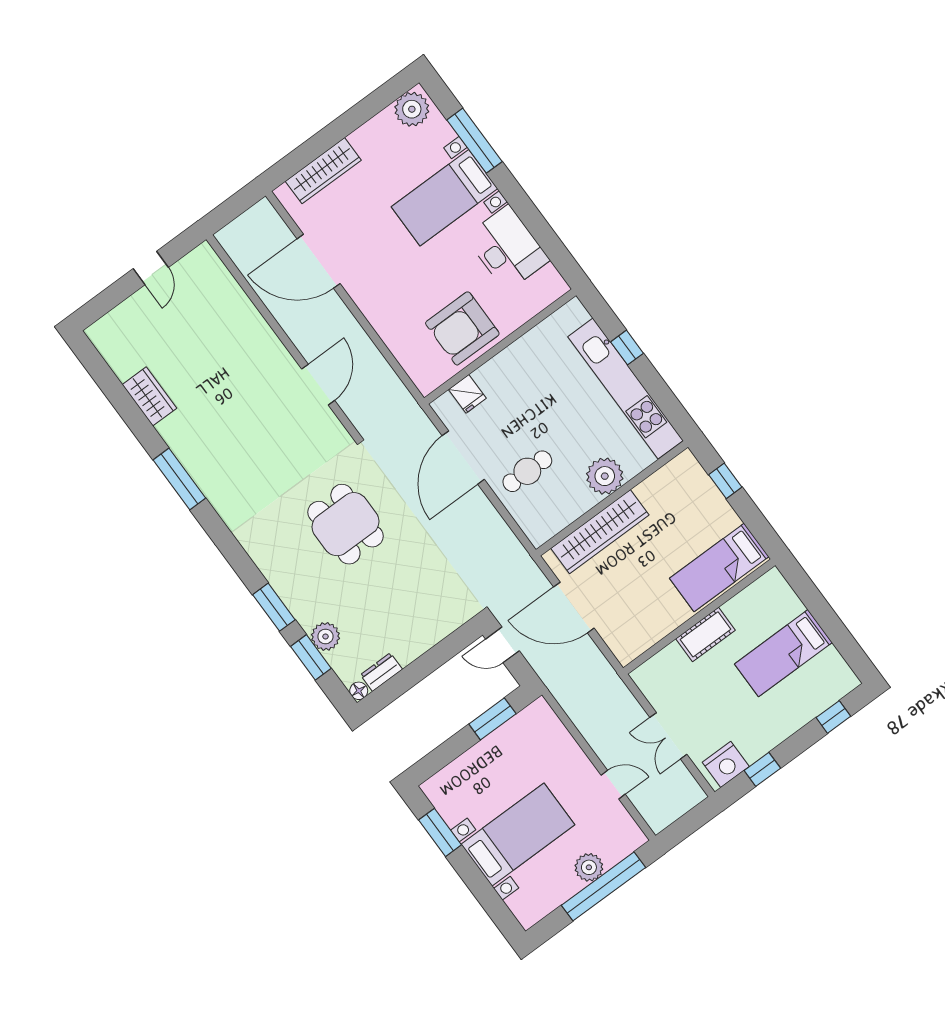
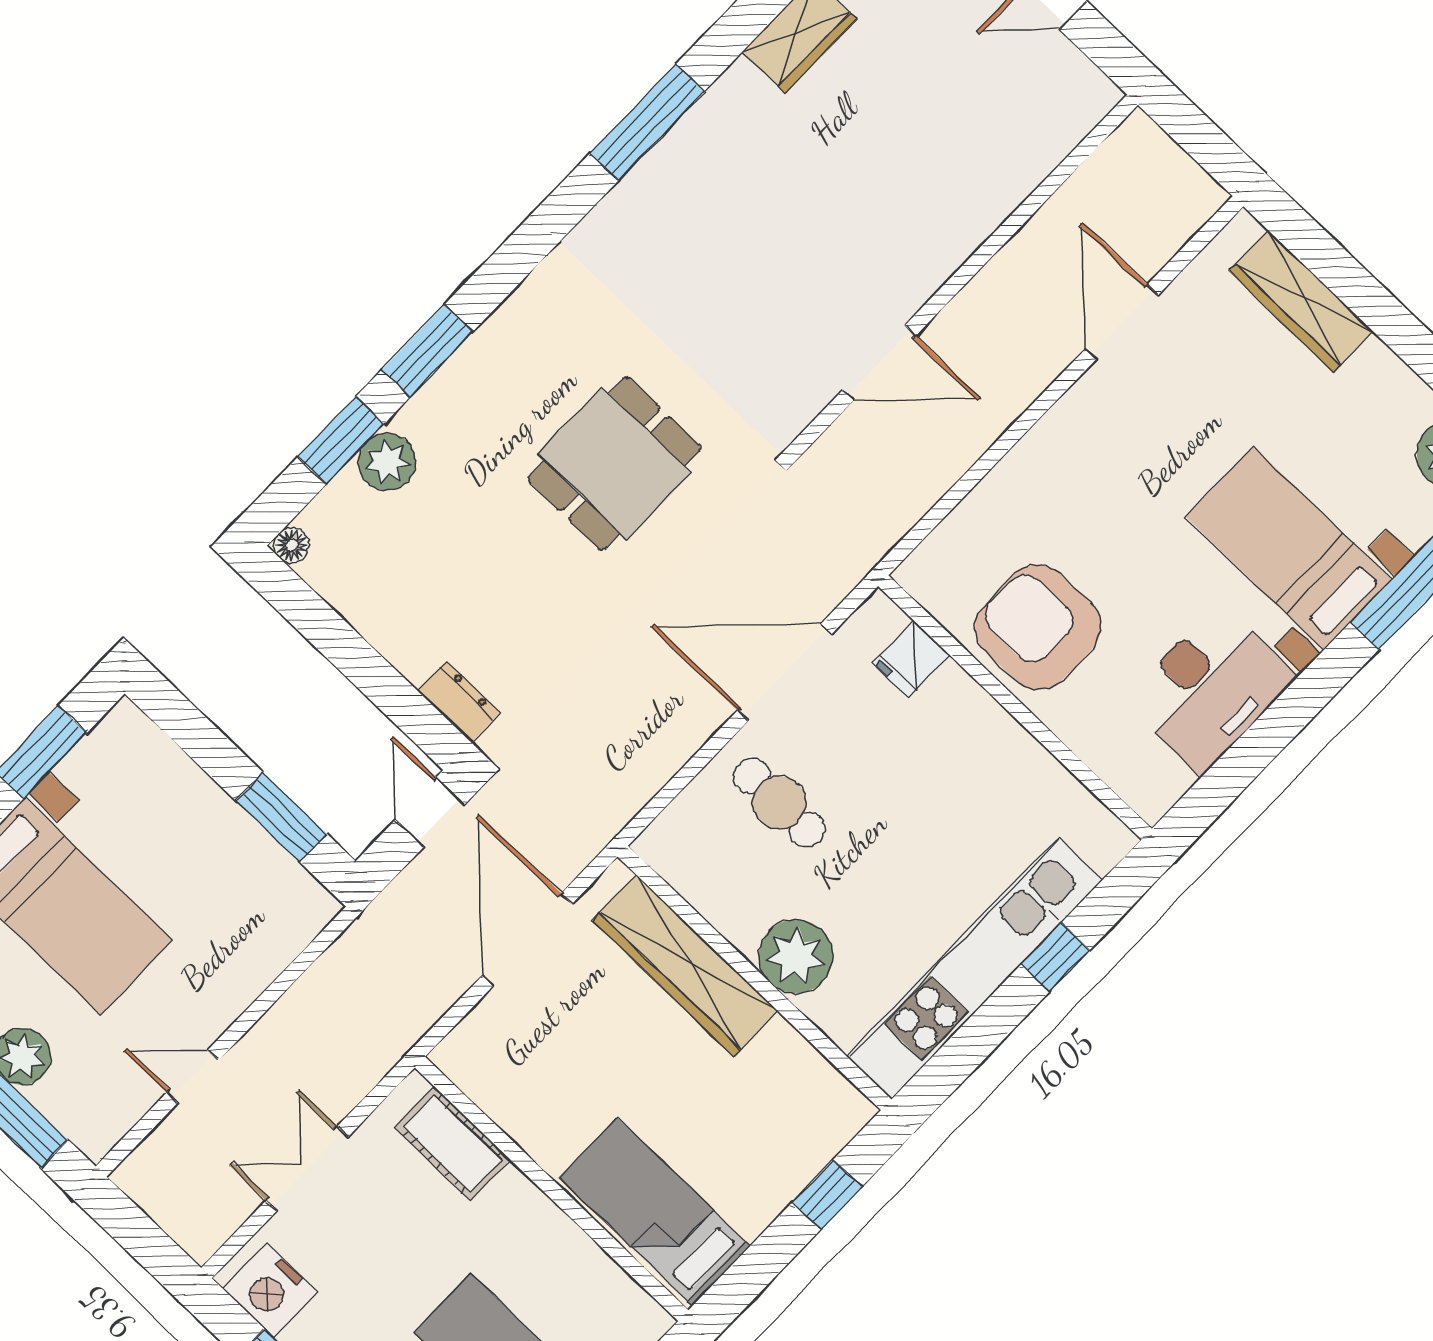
door: (319, 261) -> (1122, 322), width x0.73
cot: (705, 634) -> (452, 1143), moved
dresser: (381, 672) -> (459, 702), moved
door: (613, 785) -> (193, 1076), swing flipped

